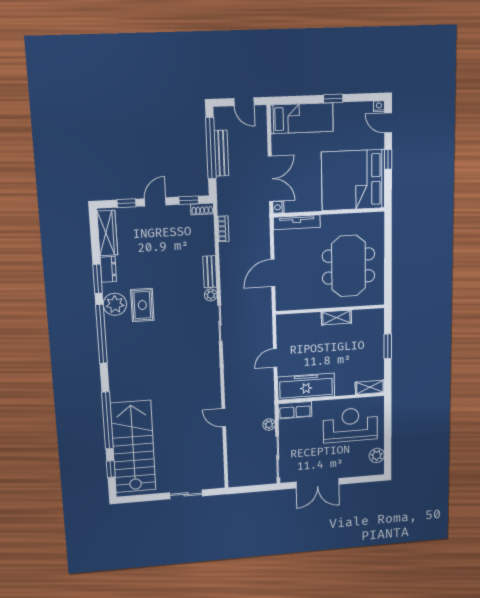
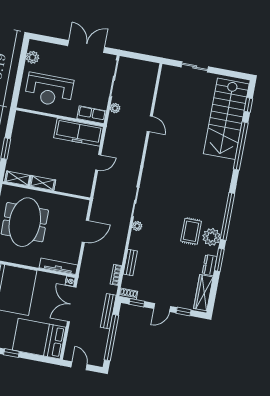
bed: (302, 118) -> (39, 339), width x1.50
bench: (221, 153) -> (108, 311), moved
bench: (210, 272) -> (130, 262), moved
shelving: (370, 387) -> (18, 178), moved

